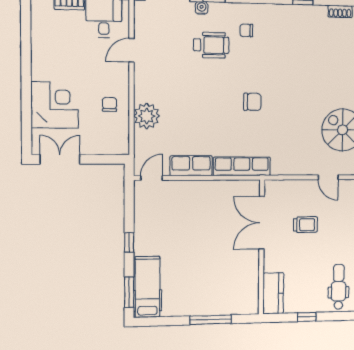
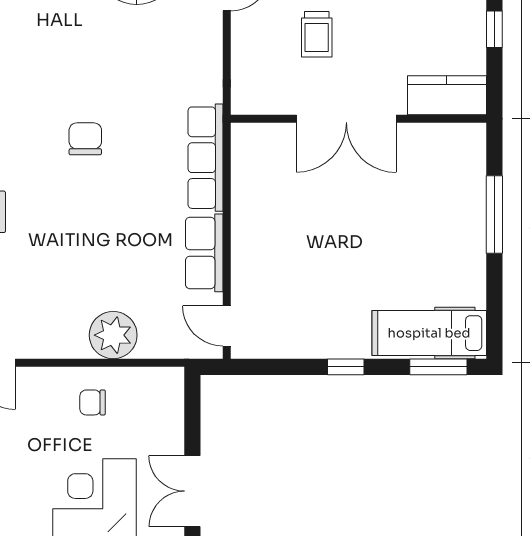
double door: (262, 223) -> (346, 119), moved
trolley: (305, 225) -> (317, 34), turned 180

